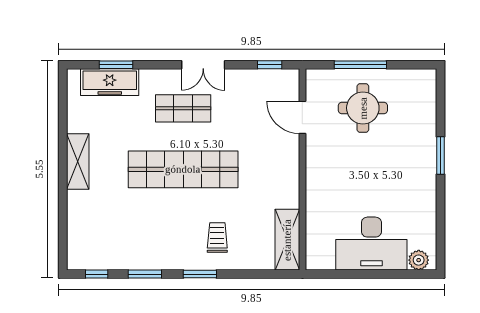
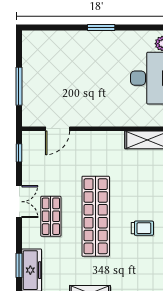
round table: (363, 108) -> (51, 84), removed
window: (440, 155) -> (101, 28), moved
trolley: (217, 238) -> (142, 228), moved, turned 180

